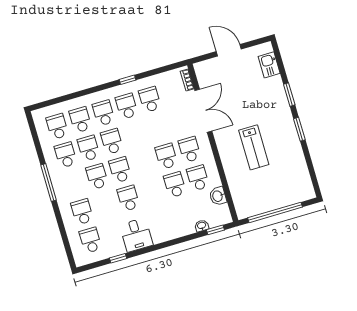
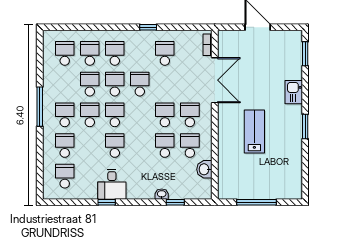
kitchen sink: (269, 65) -> (294, 92), moved
window: (289, 95) -> (305, 54), moved
school desk: (127, 106) -> (140, 84), moved
lab bench: (254, 147) -> (254, 131), turned 180
school desk: (66, 155) -> (65, 115), moved
window: (275, 212) -> (257, 202), width x0.68
washbasin: (202, 226) -> (162, 194), moved
window: (215, 230) -> (175, 202), moved
window: (118, 258) -> (107, 202), moved

